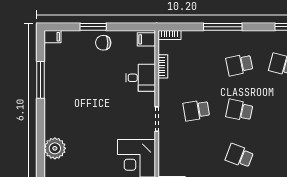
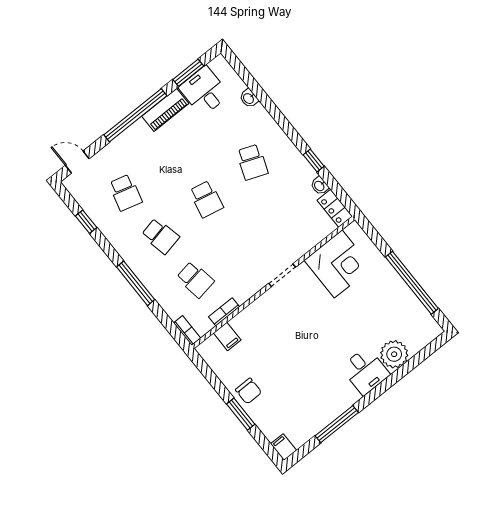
filing cabinet: (146, 39) -> (227, 337), moved
desk: (141, 78) -> (365, 371), moved, turned 180
school desk: (196, 110) -> (195, 279), moved

